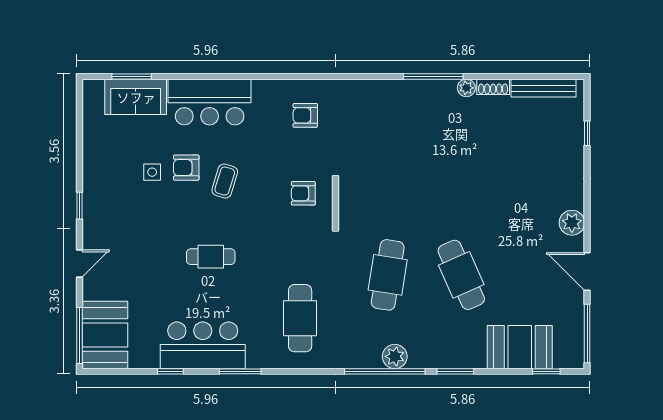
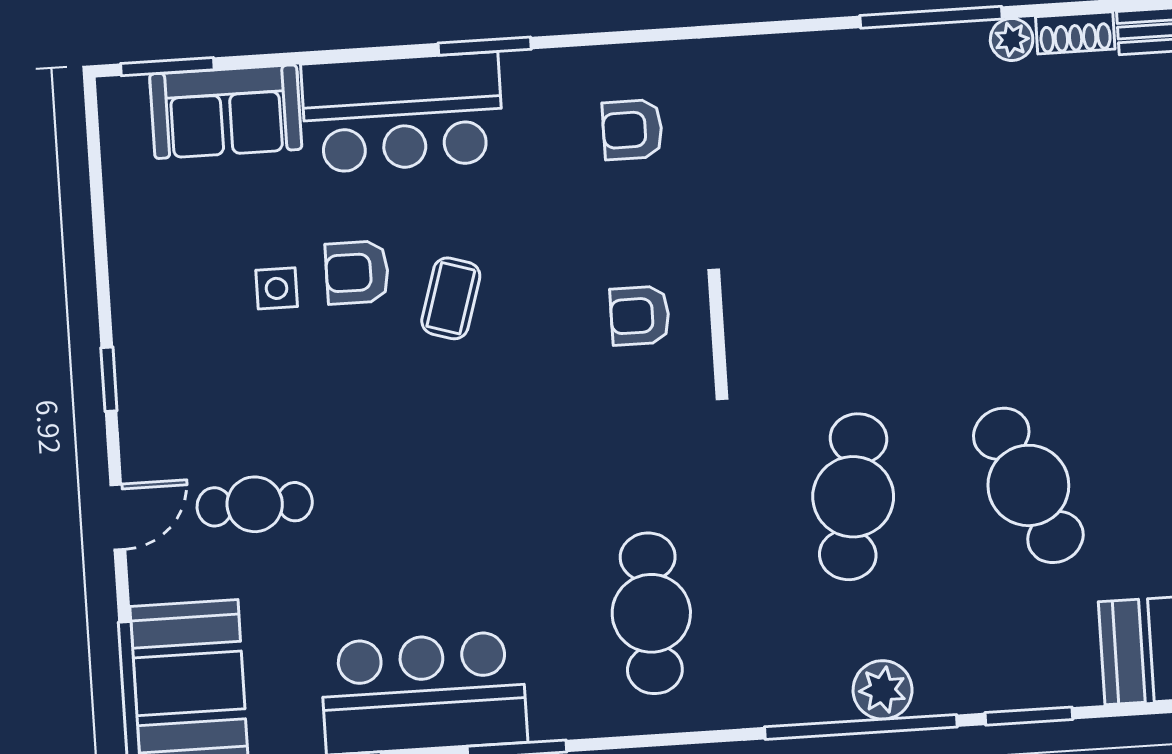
window: (132, 76) -> (167, 67), moved
window: (246, 76) -> (485, 46), added
cafe table: (211, 257) -> (255, 504), moved

